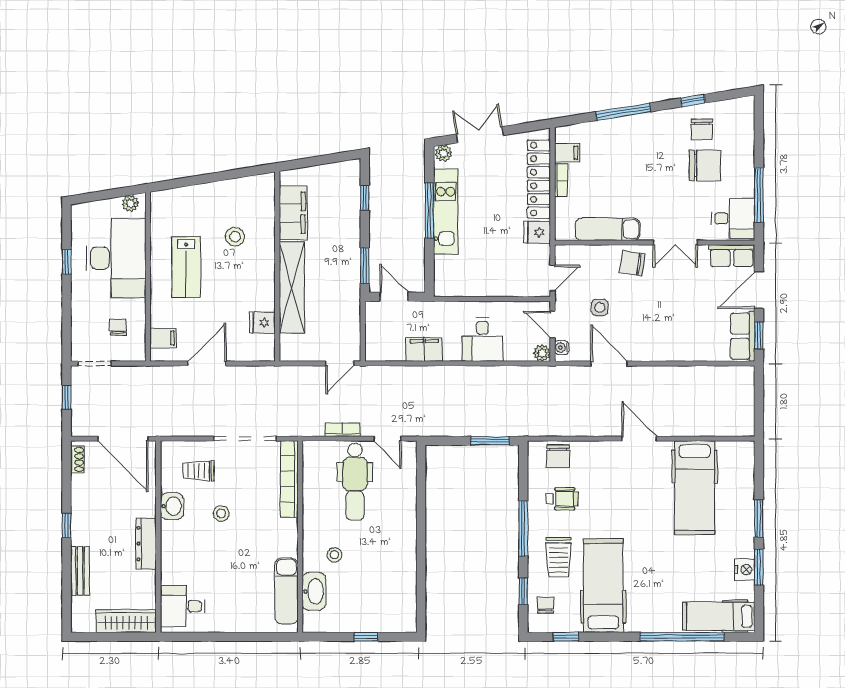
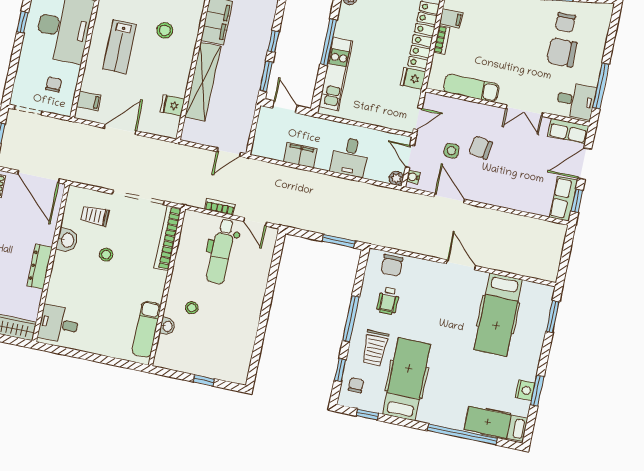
chair: (705, 165) -> (562, 52), turned 180
window: (365, 198) -> (273, 41), moved
kitchen unit: (446, 211) -> (336, 74), moved
chair: (632, 263) -> (481, 148), moved
wheelchair: (562, 499) -> (388, 301), turned 90
window: (759, 518) -> (553, 316), moved
washbasin: (314, 591) -> (167, 326), width x0.52, depth x0.69

